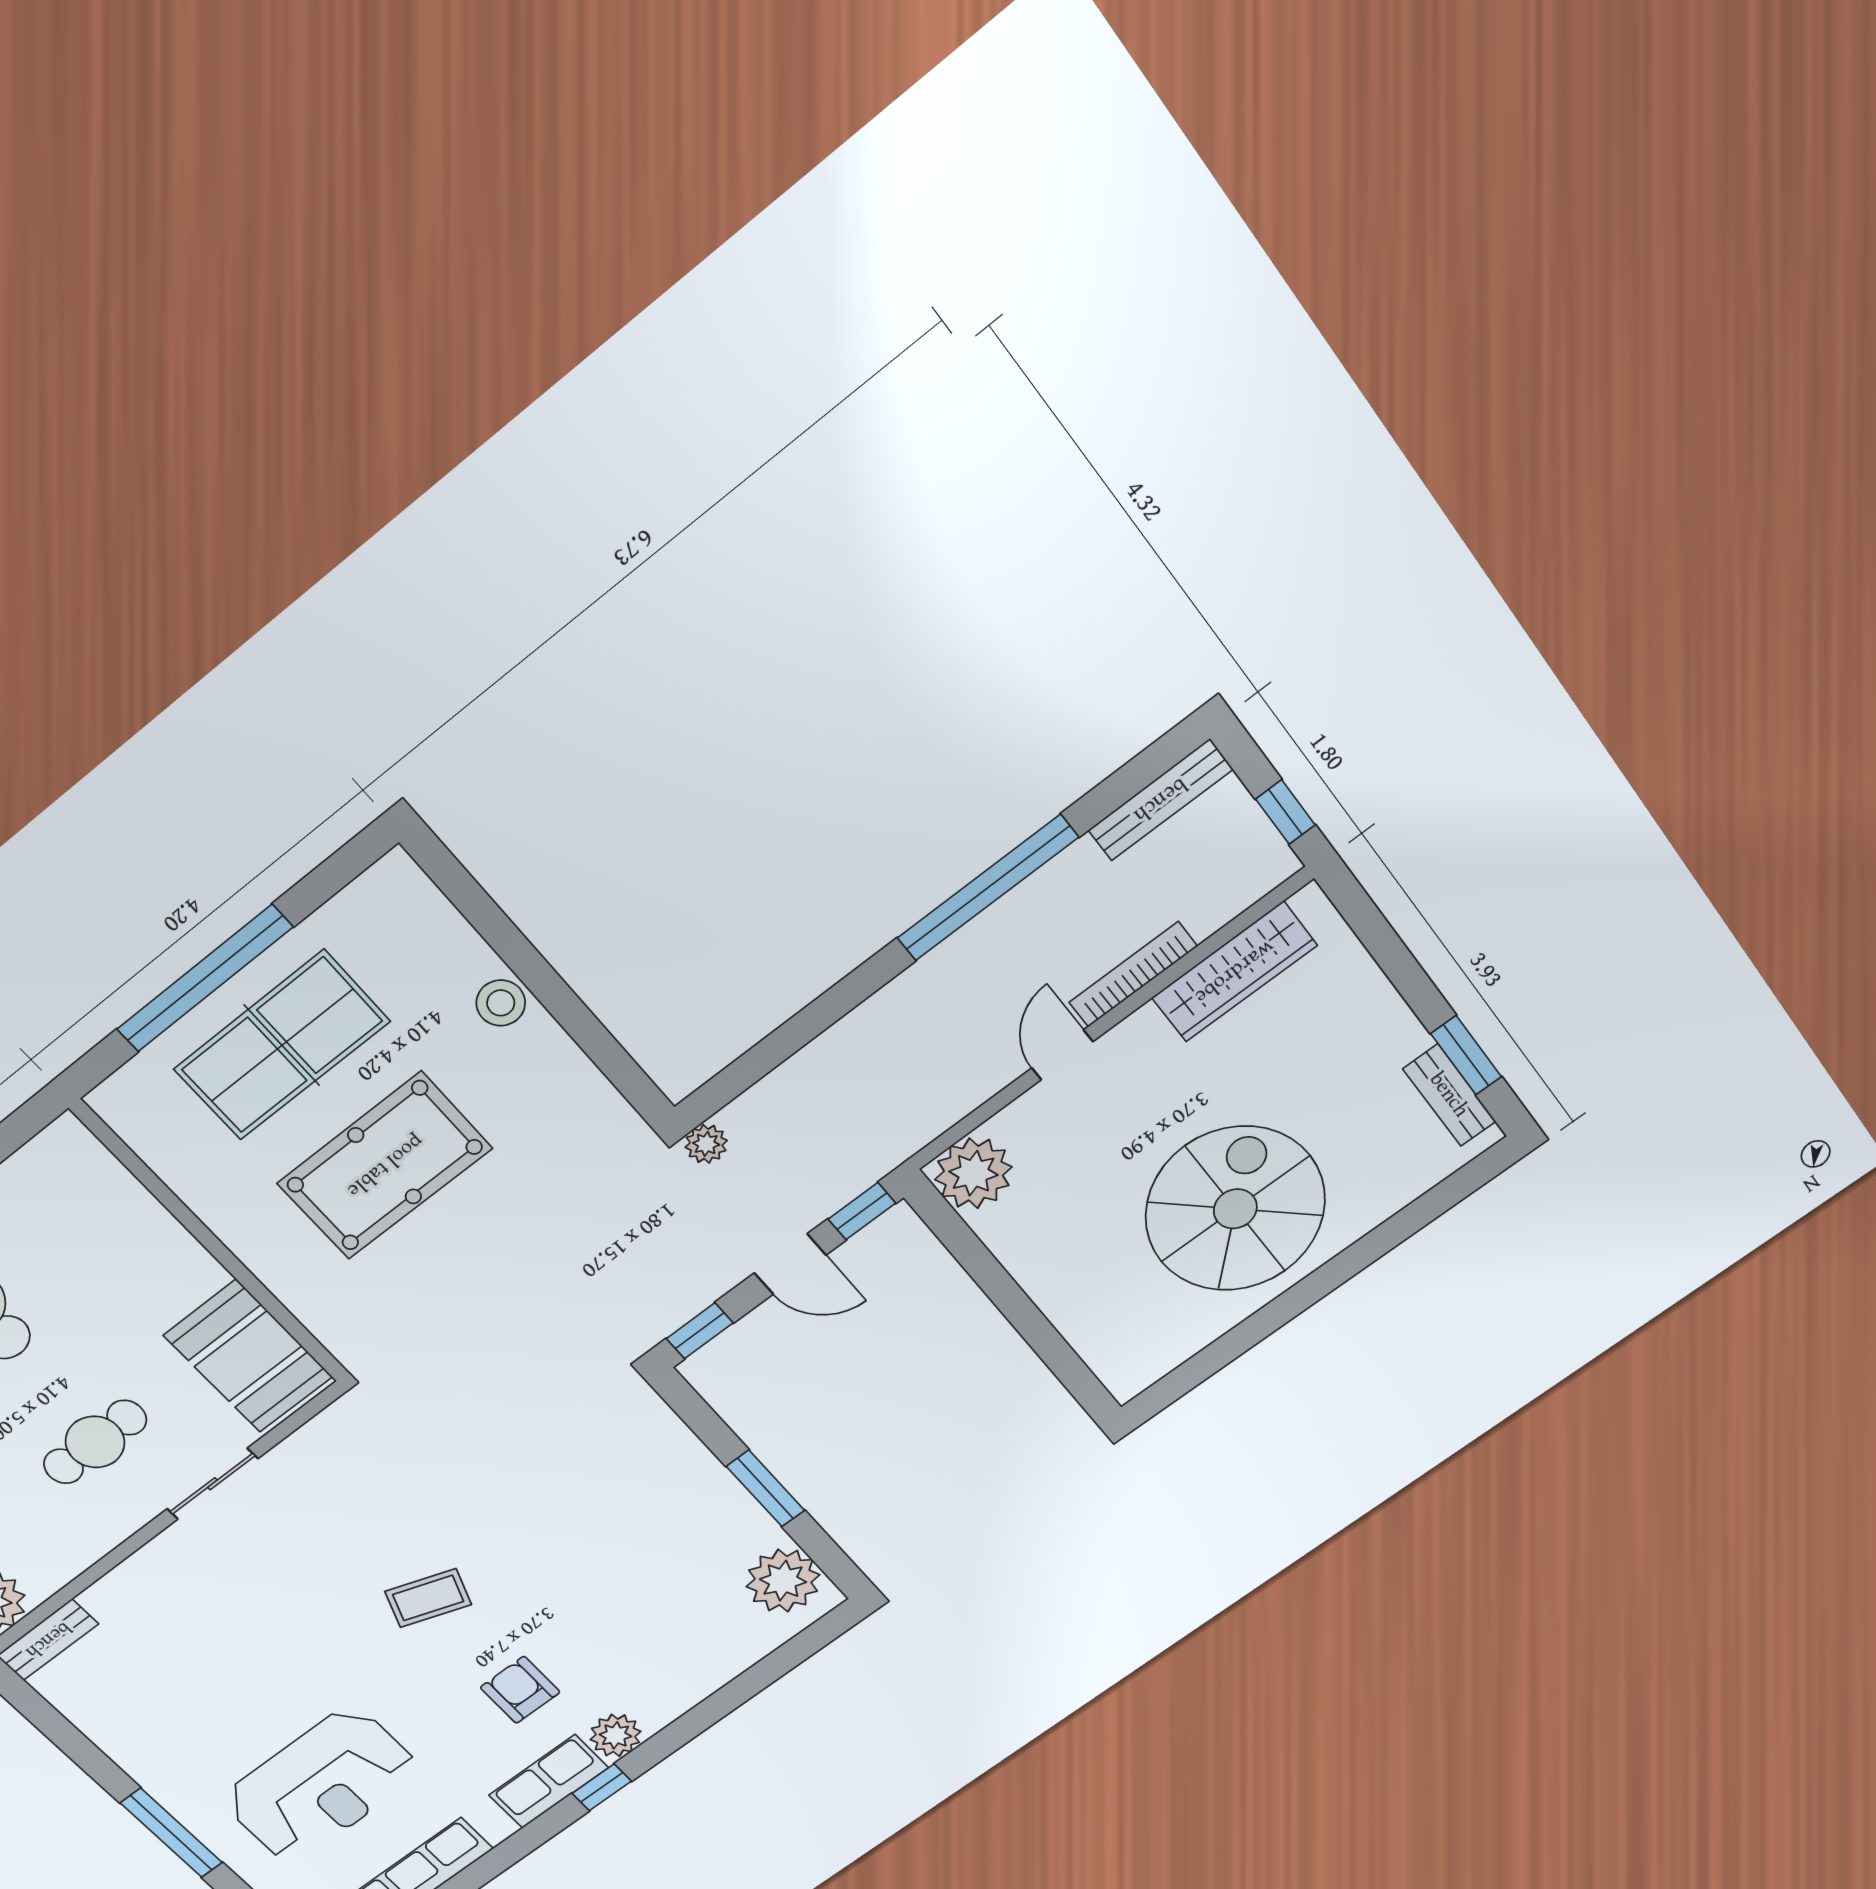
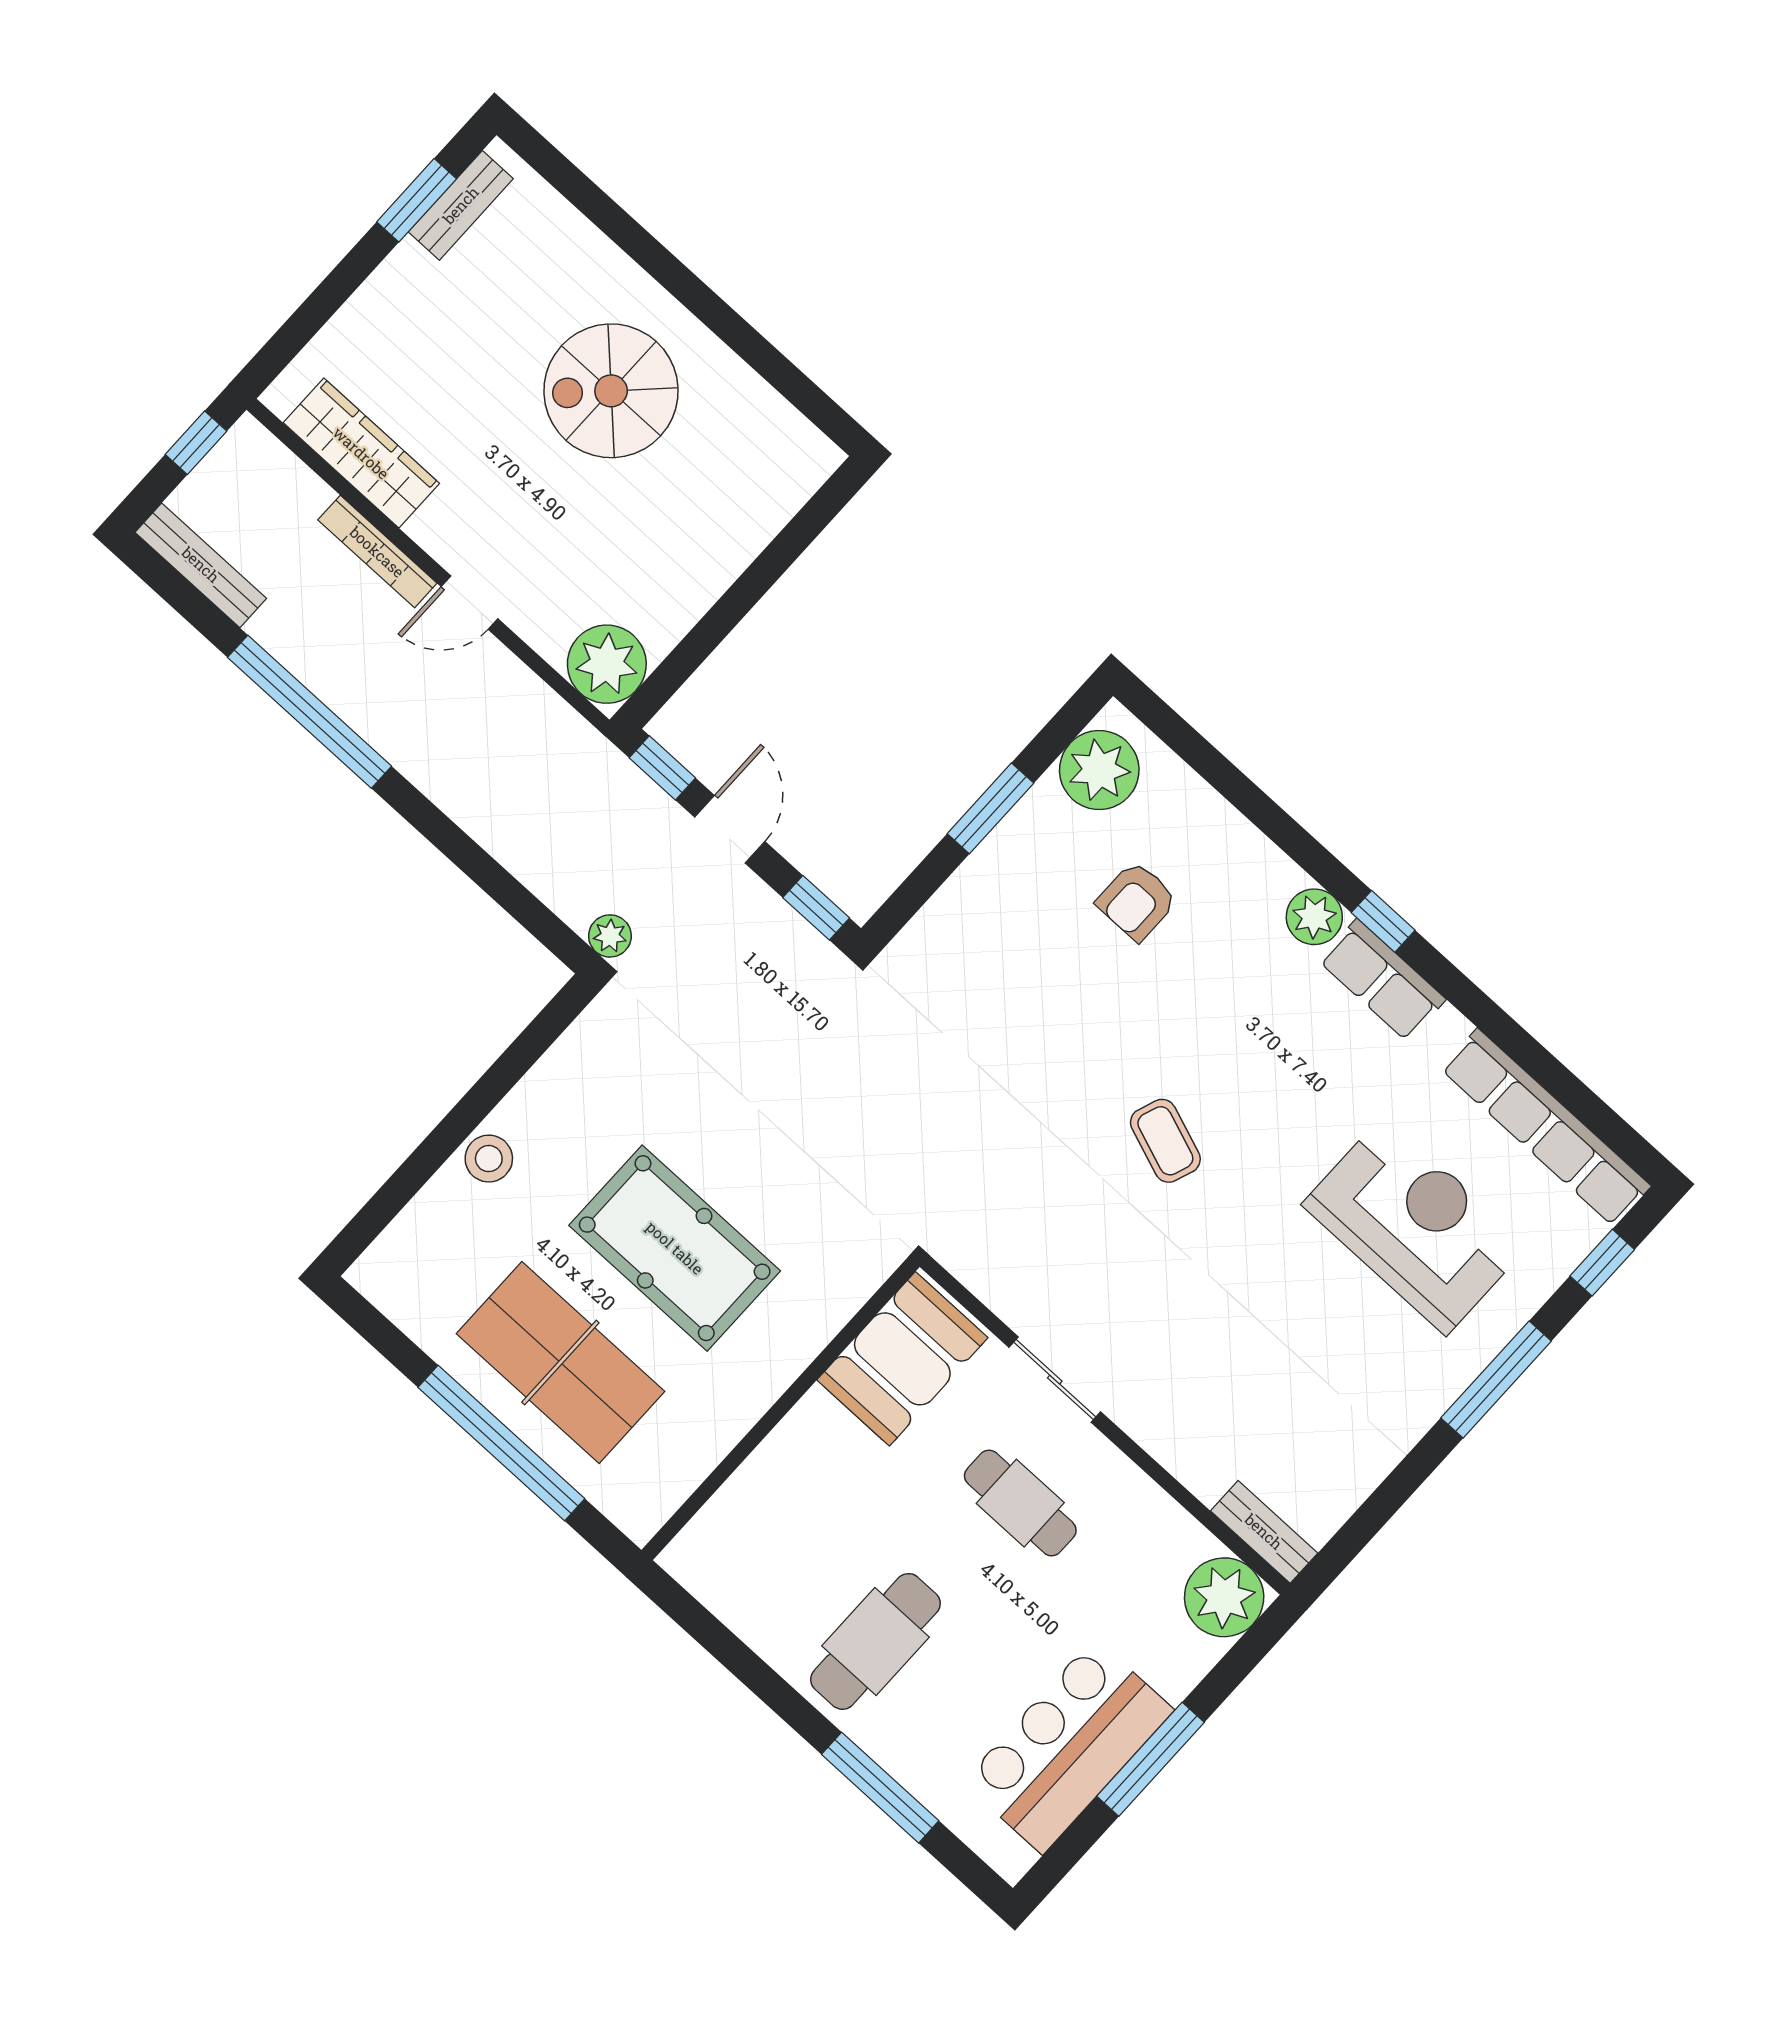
spiral stairs: (1235, 1209) -> (611, 391), width x0.73, depth x0.73
armchair: (520, 1690) -> (1137, 901), moved

